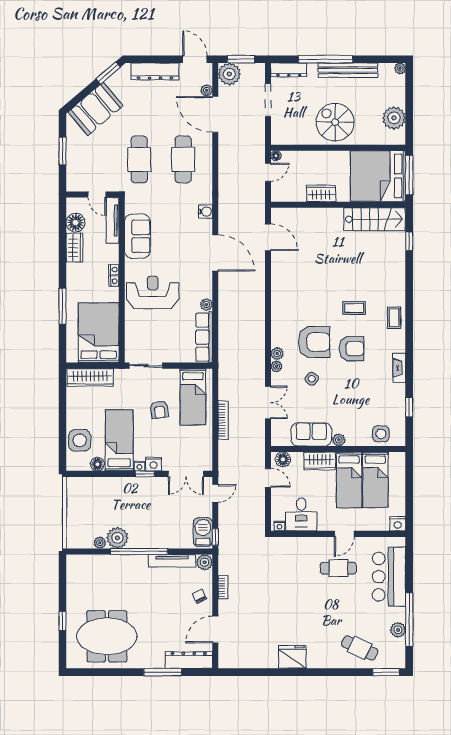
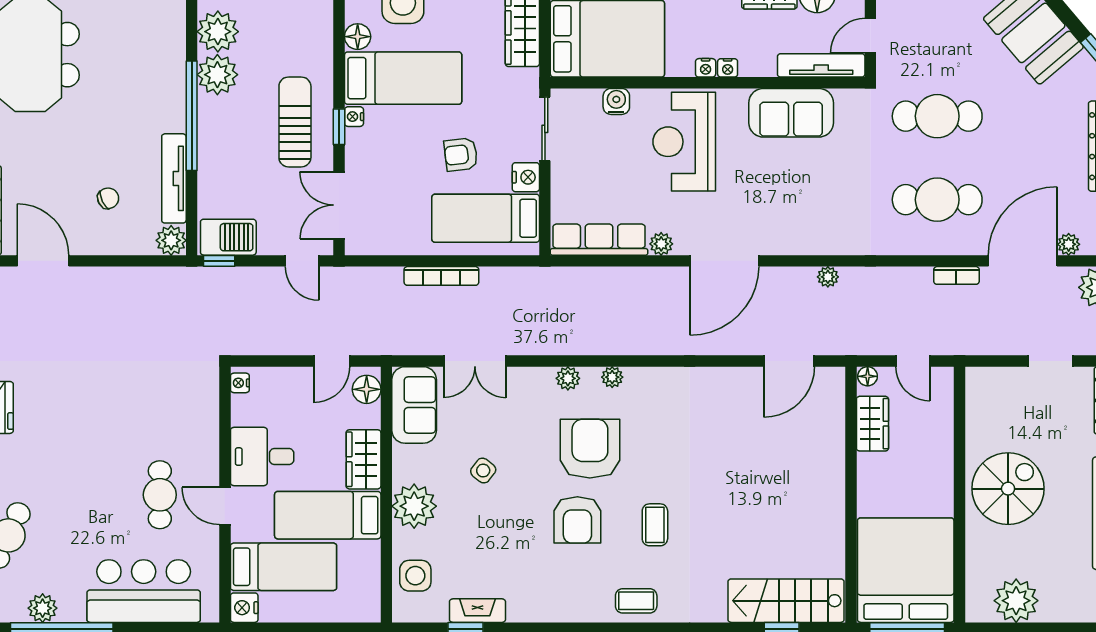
doorway: (268, 100) -> (1050, 361), width x0.73
floor lamp: (276, 156) -> (868, 376), moved
wardrobe: (321, 193) -> (872, 424), moved
water cooler: (205, 211) -> (616, 101), moved, turned 180
plant: (224, 217) -> (828, 277), added
stairs: (374, 219) -> (786, 601), moved, turned 90
door: (215, 253) -> (724, 261), moved
reception desk: (153, 292) -> (684, 142), turned 180
armchair: (314, 342) -> (590, 449), turned 180
plant: (276, 366) -> (612, 377), moved
fireplace: (399, 368) -> (477, 611), moved
side table: (312, 379) -> (483, 471), moved
sofa: (311, 434) -> (414, 405), moved
plant: (339, 440) -> (414, 506), width x1.88, depth x1.88
nightstand: (154, 464) -> (526, 177), moved, turned 180
bed: (375, 480) -> (284, 567), moved, turned 180
sun lounger: (142, 497) -> (295, 122), added
desk: (301, 514) -> (262, 457), moved
plant: (100, 543) -> (218, 32), width x1.88, depth x1.88
bookcase: (223, 587) -> (956, 275), moved
chair: (199, 596) -> (108, 198), moved

